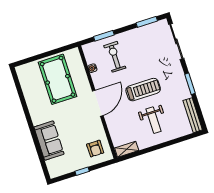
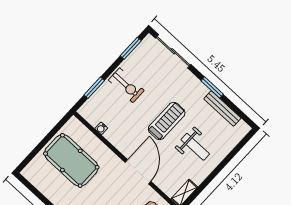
exercise bike: (115, 57) -> (126, 85), moved, turned 180
door: (98, 103) -> (138, 172), moved
bench: (193, 115) -> (222, 108), moved

